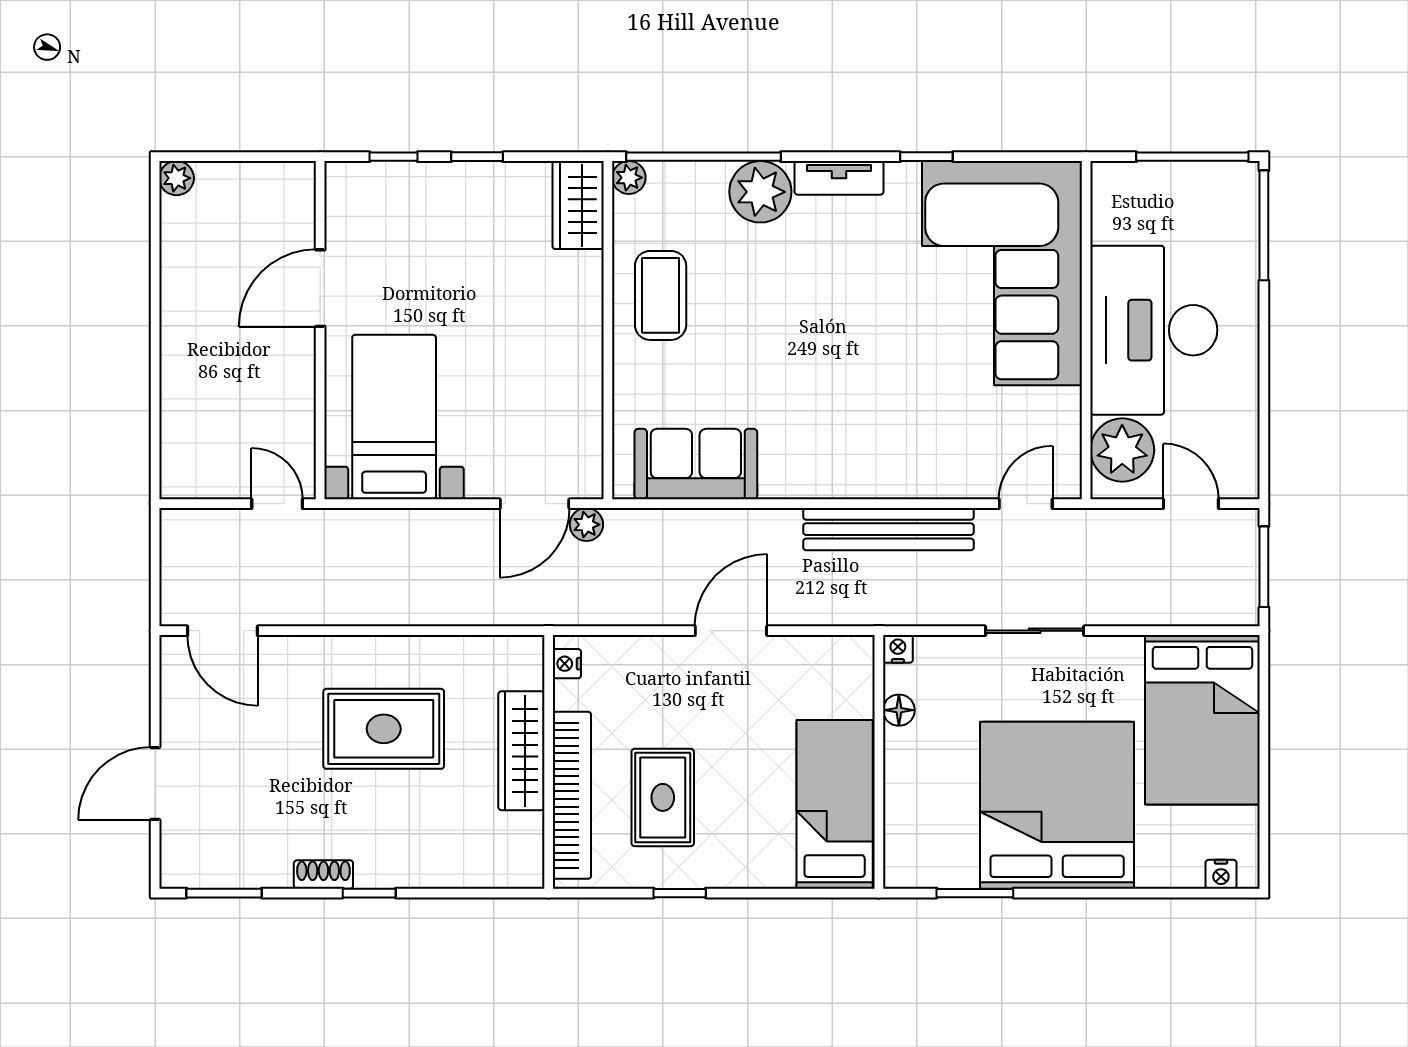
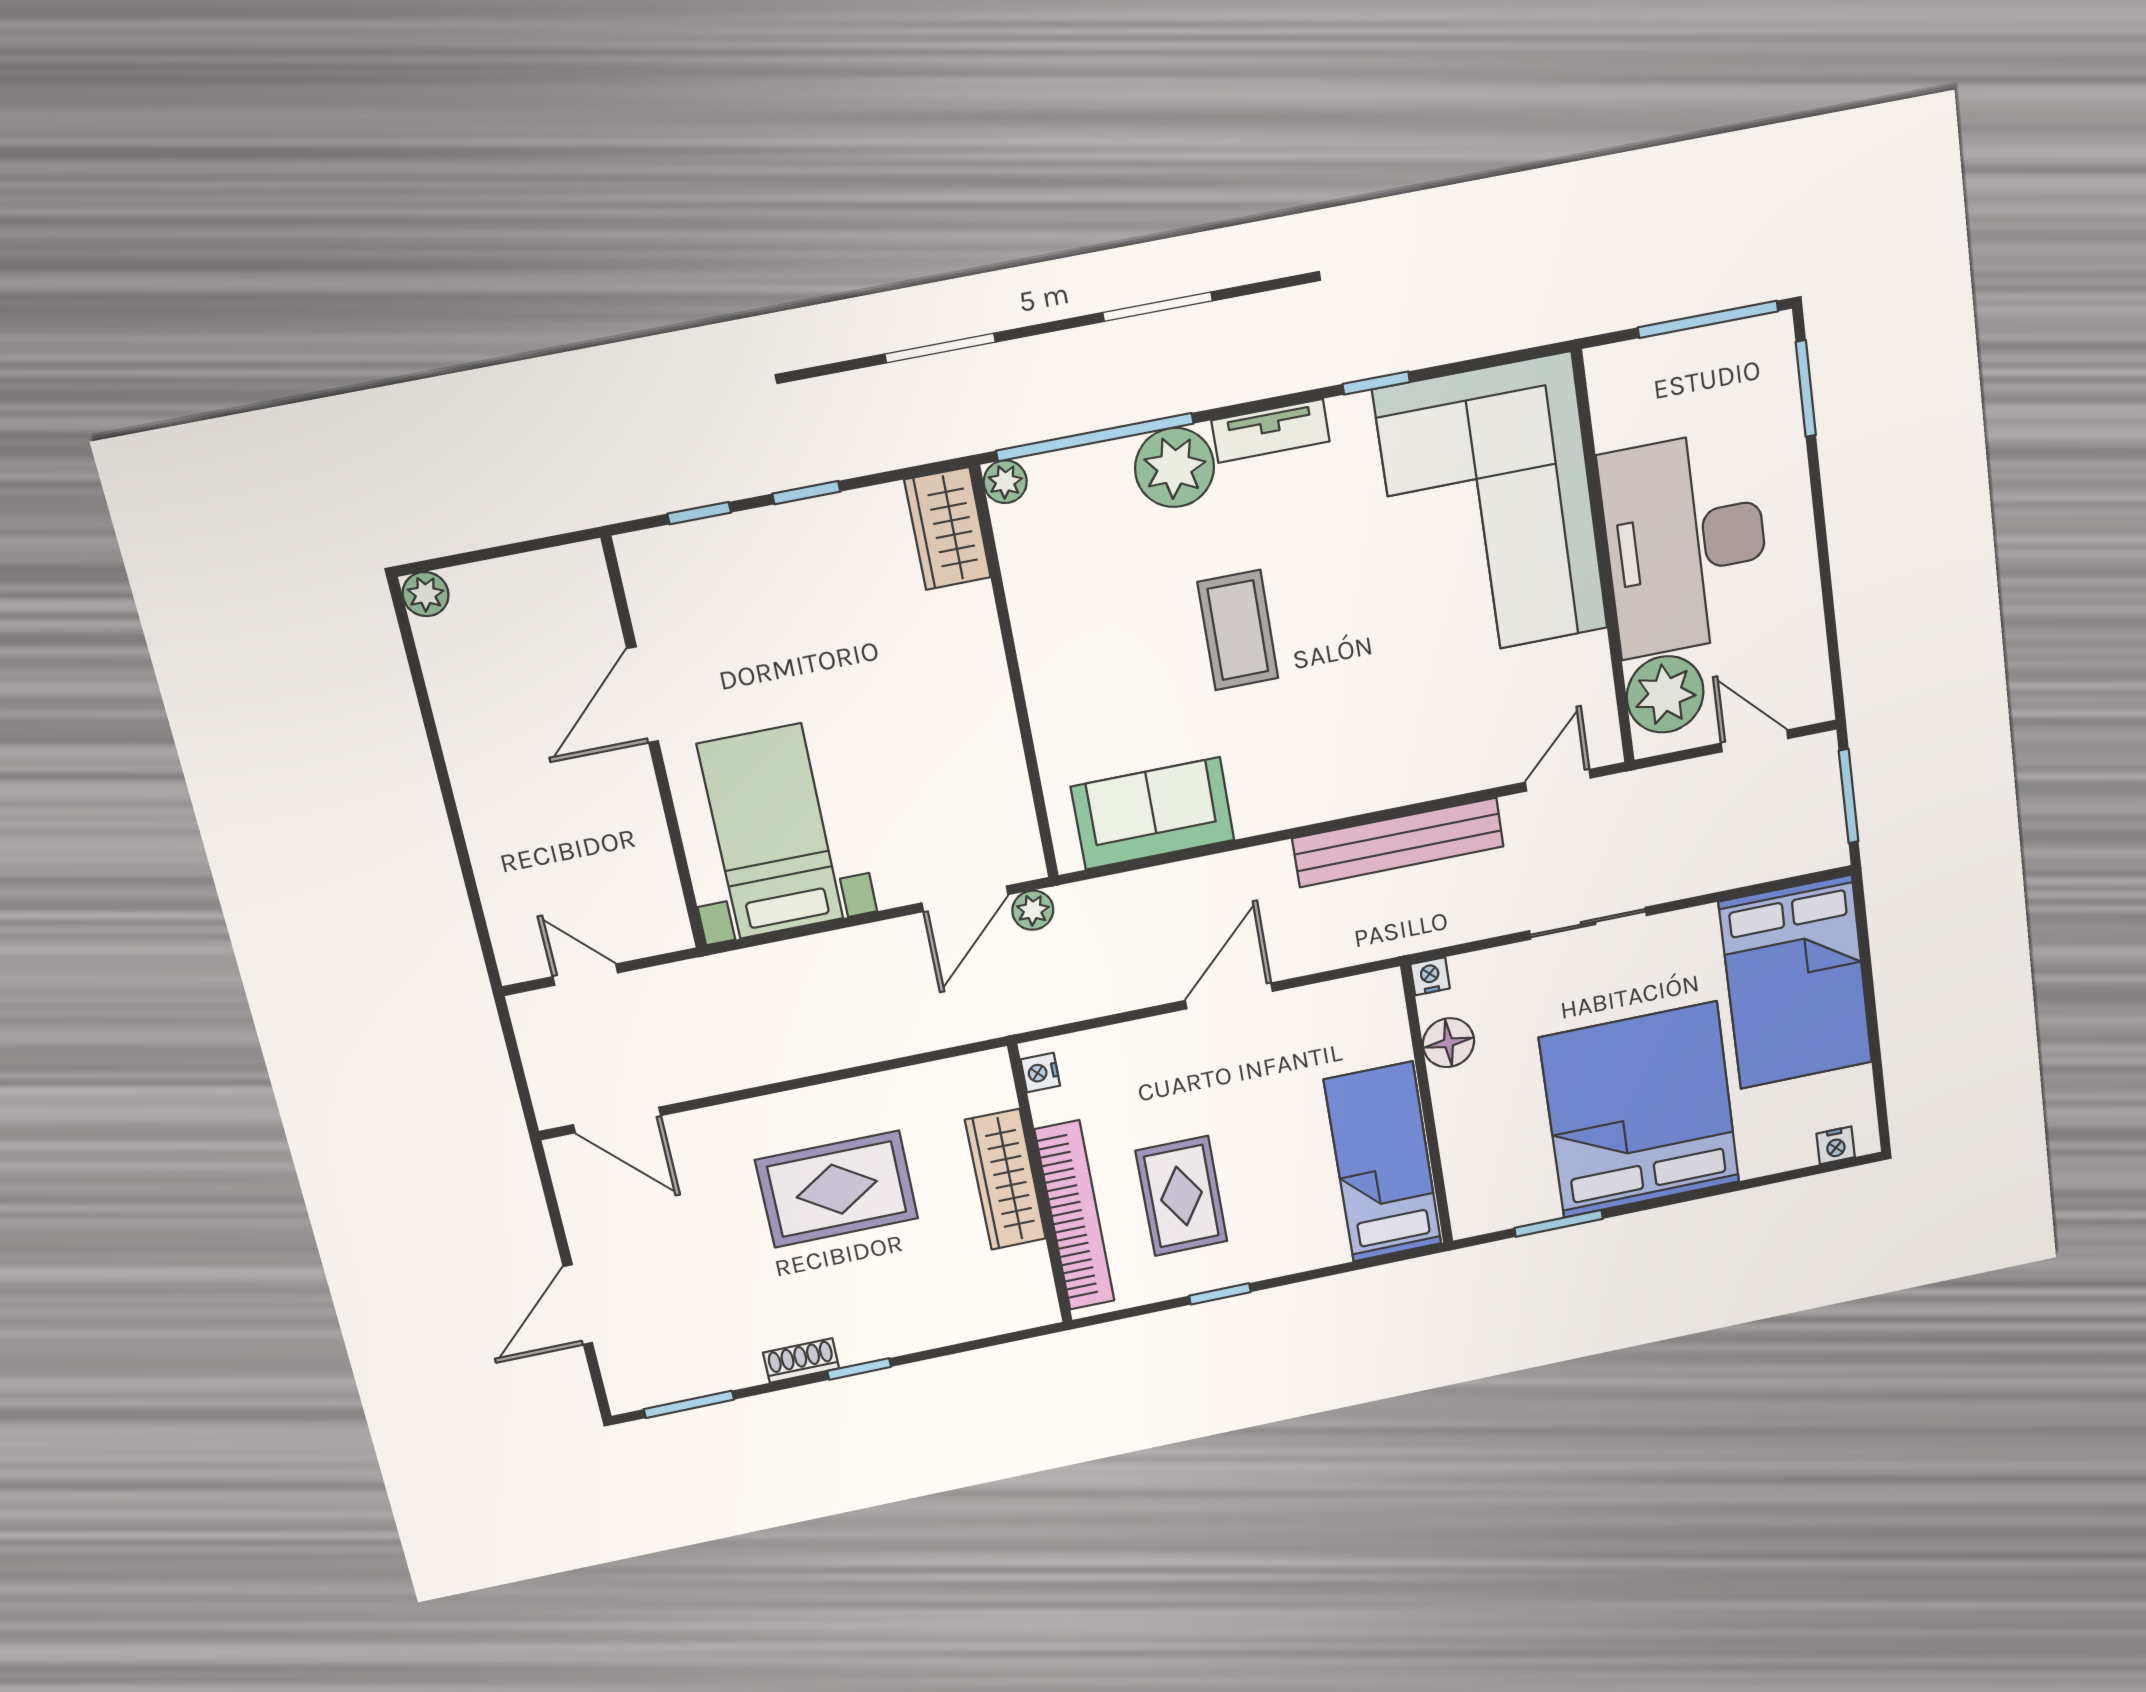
window: (1264, 225) -> (1806, 389), width x0.69
coffee table: (661, 295) -> (1238, 630), moved
door: (277, 504) -> (585, 975), moved
floor lamp: (899, 710) -> (1449, 1043), width x1.37, depth x1.37

